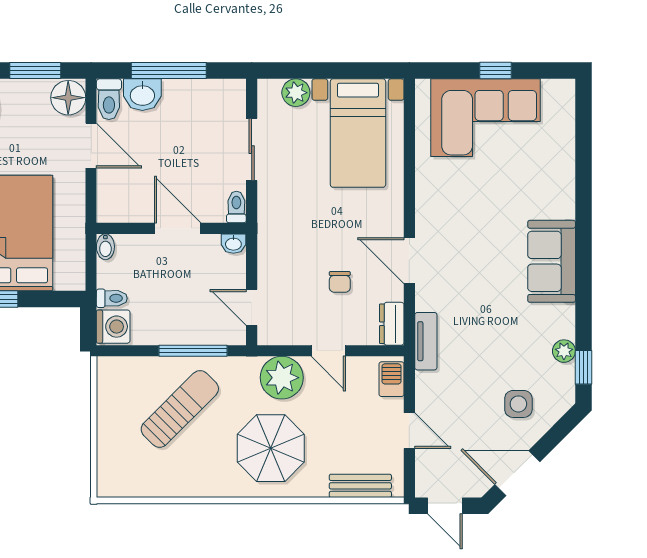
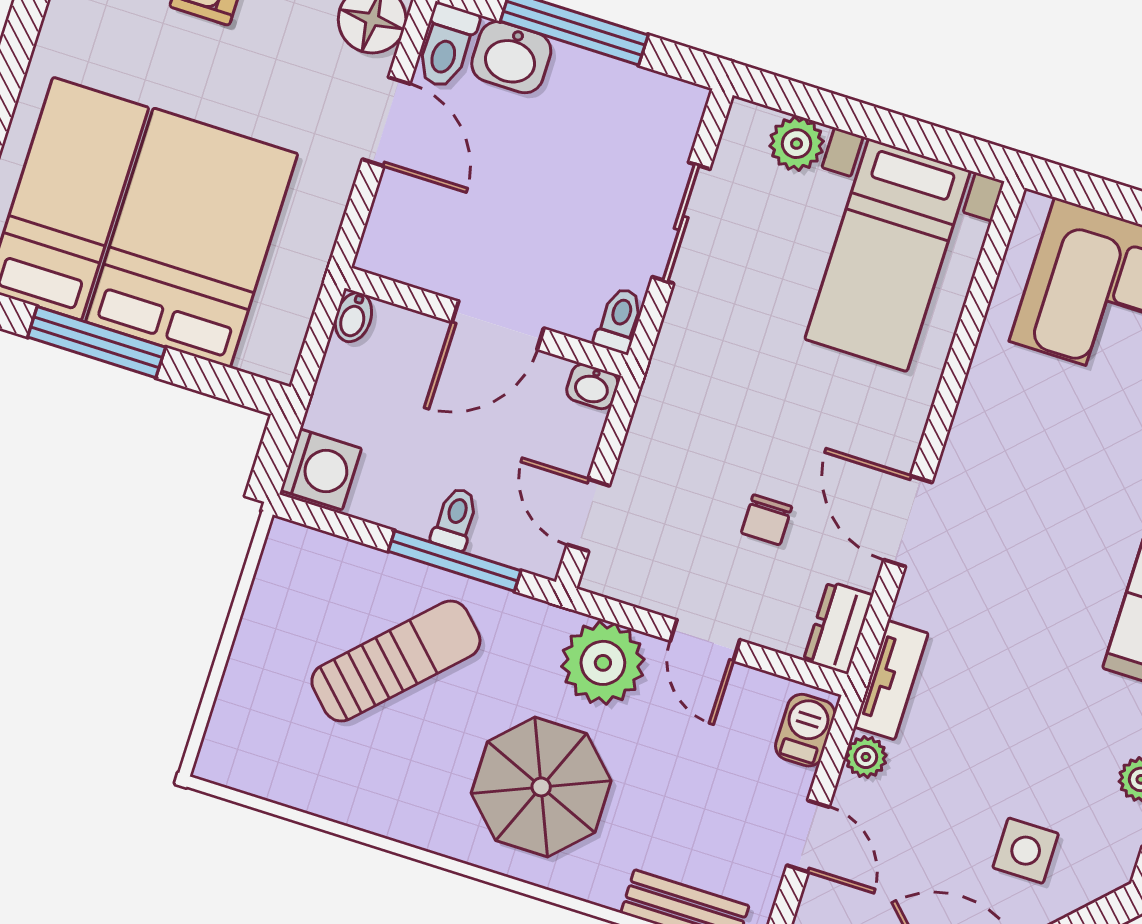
door: (178, 228) -> (498, 325), swing flipped
toilet: (112, 298) -> (455, 519), moved, turned -90
plant: (425, 383) -> (866, 757), added

